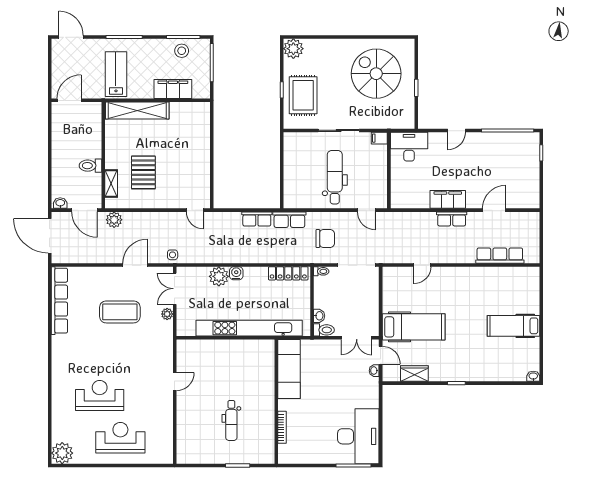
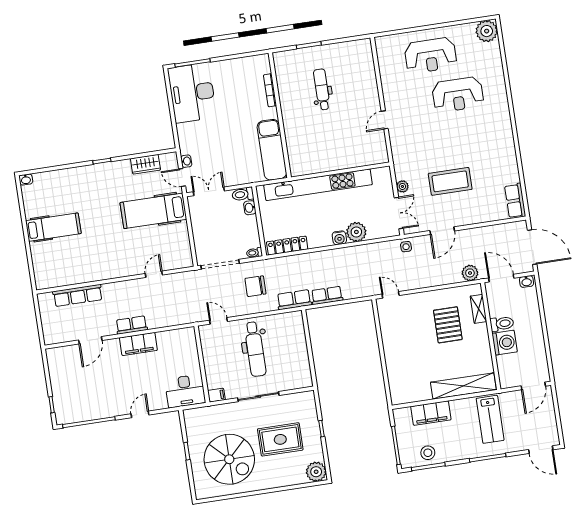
rug: (303, 95) -> (280, 439), moved, turned 90
washing machine: (91, 147) -> (505, 343), added
row of seats: (59, 301) -> (515, 201), width x0.50

